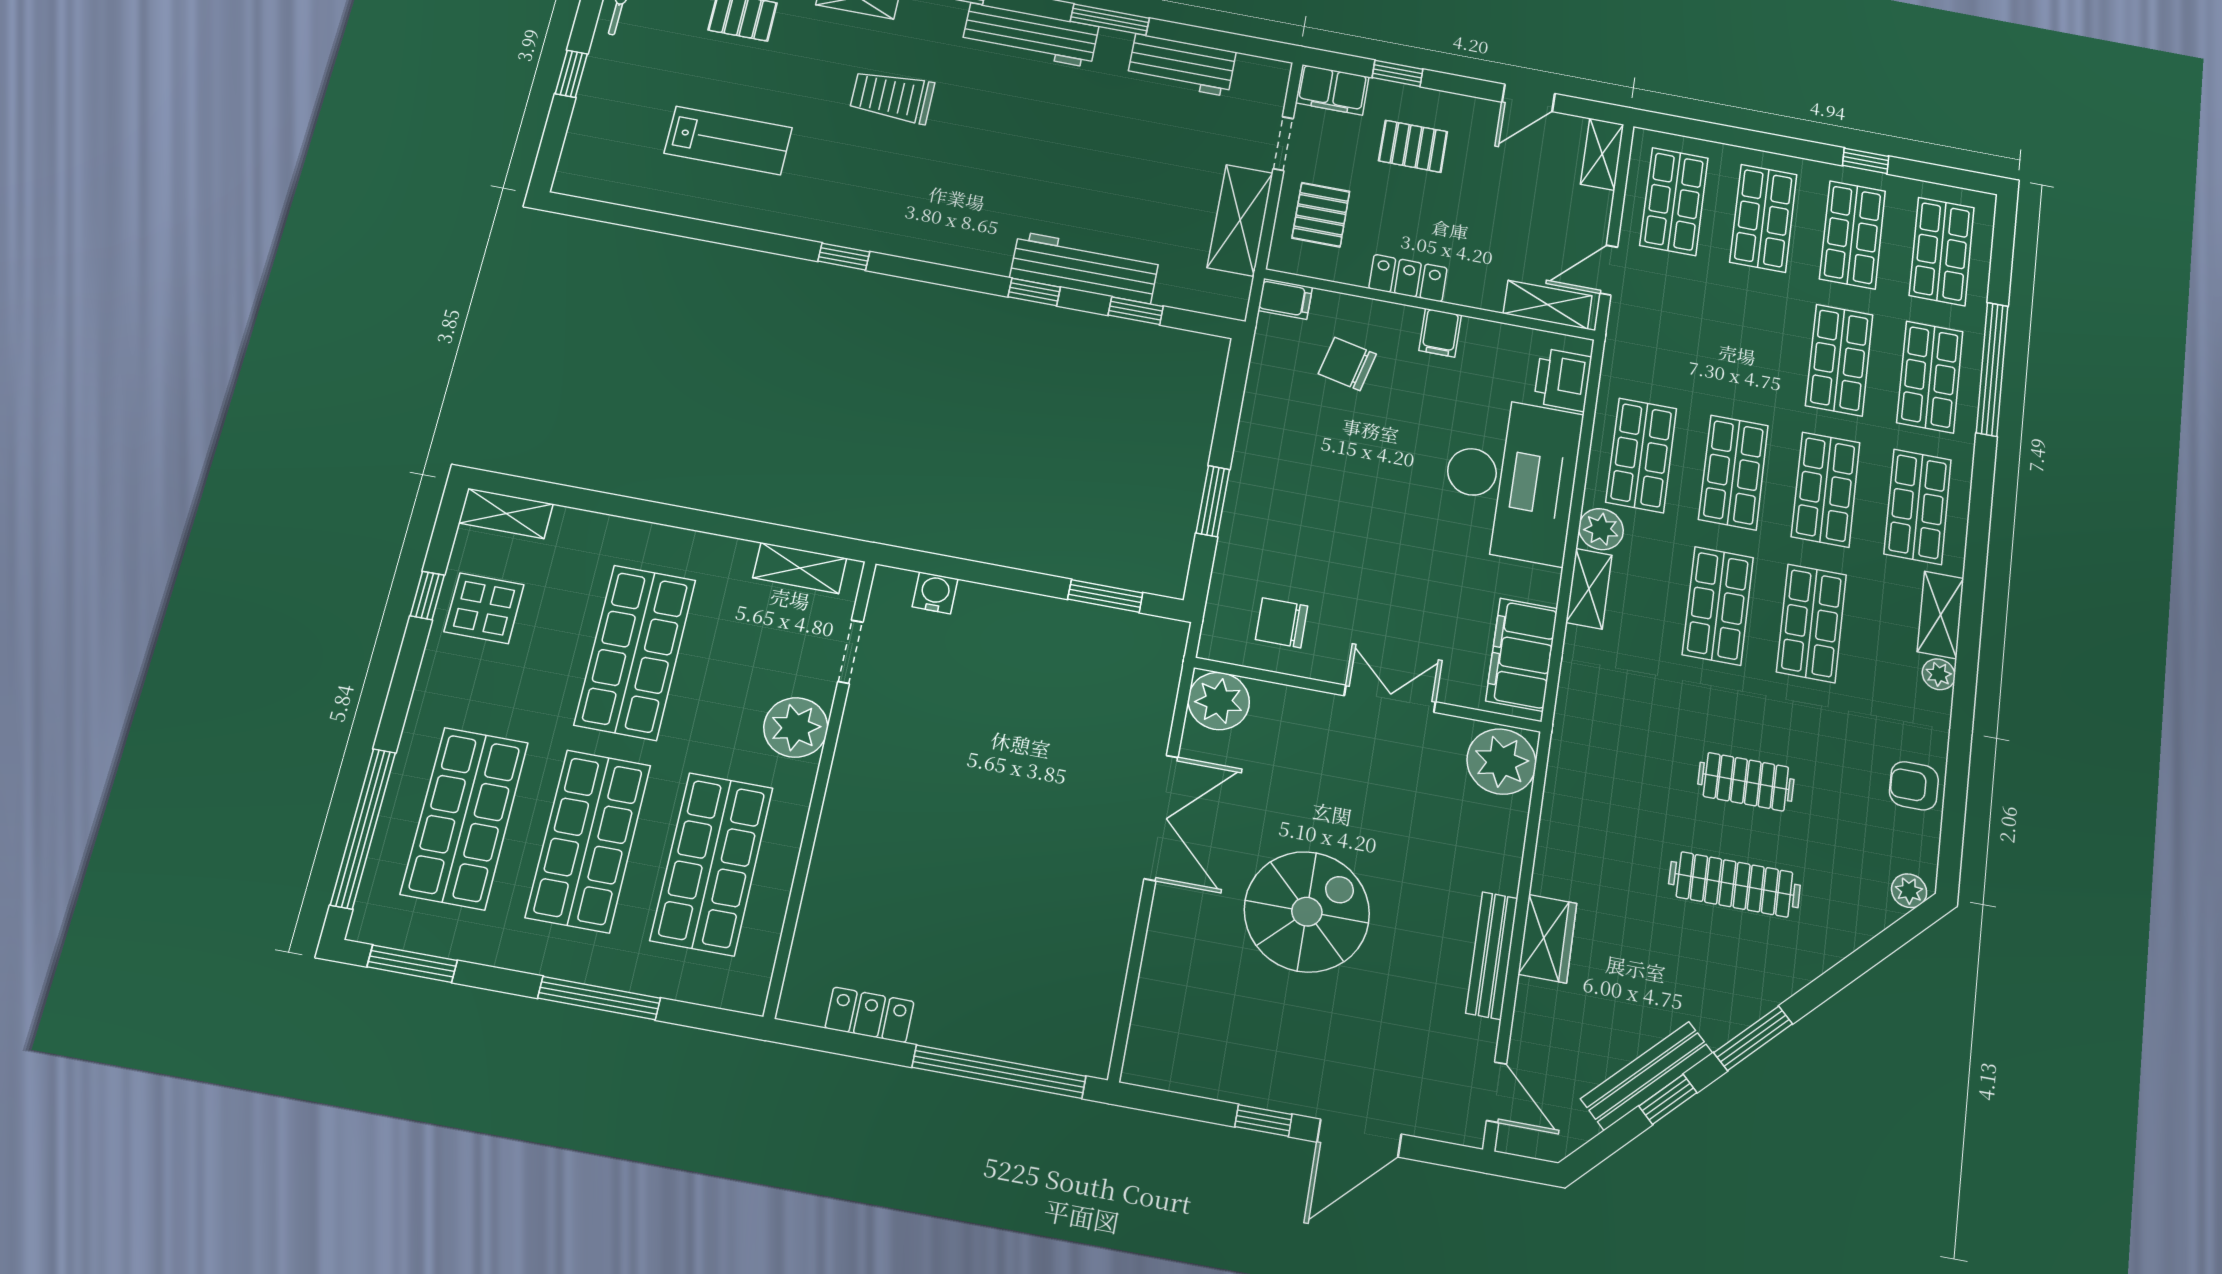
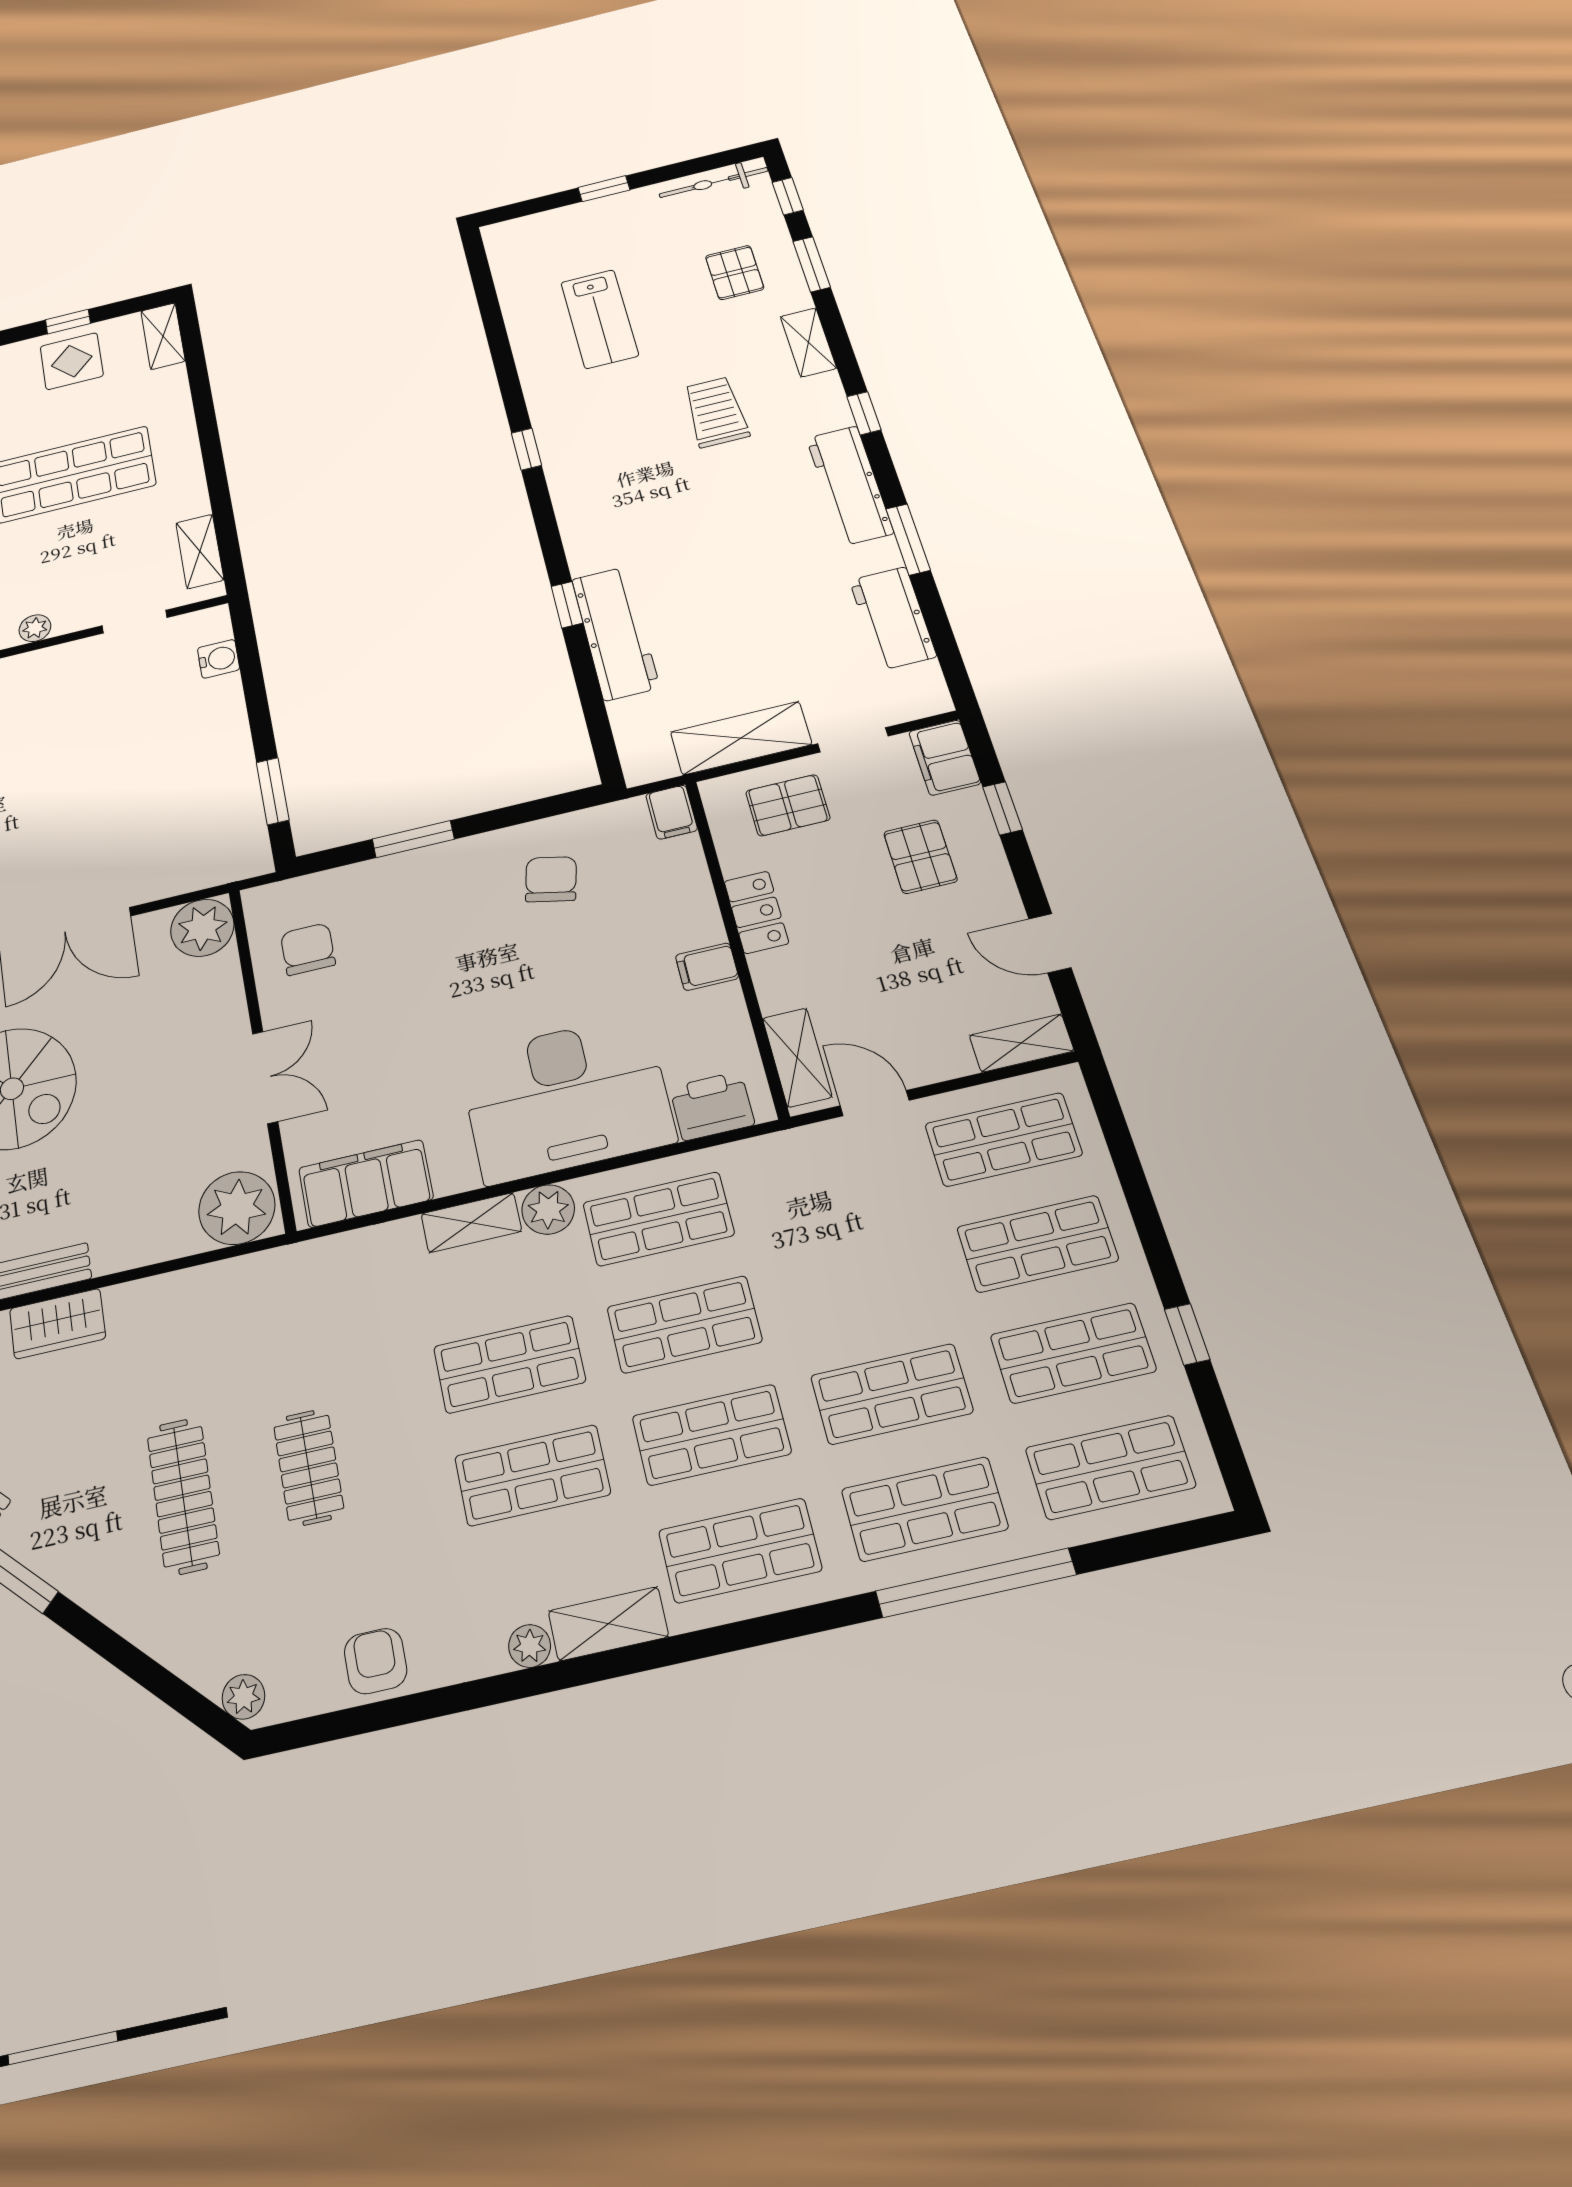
window: (1136, 311) -> (590, 693), removed
chair: (1347, 364) -> (551, 879), moved
plant: (796, 727) -> (35, 628), width x0.53, depth x0.53

